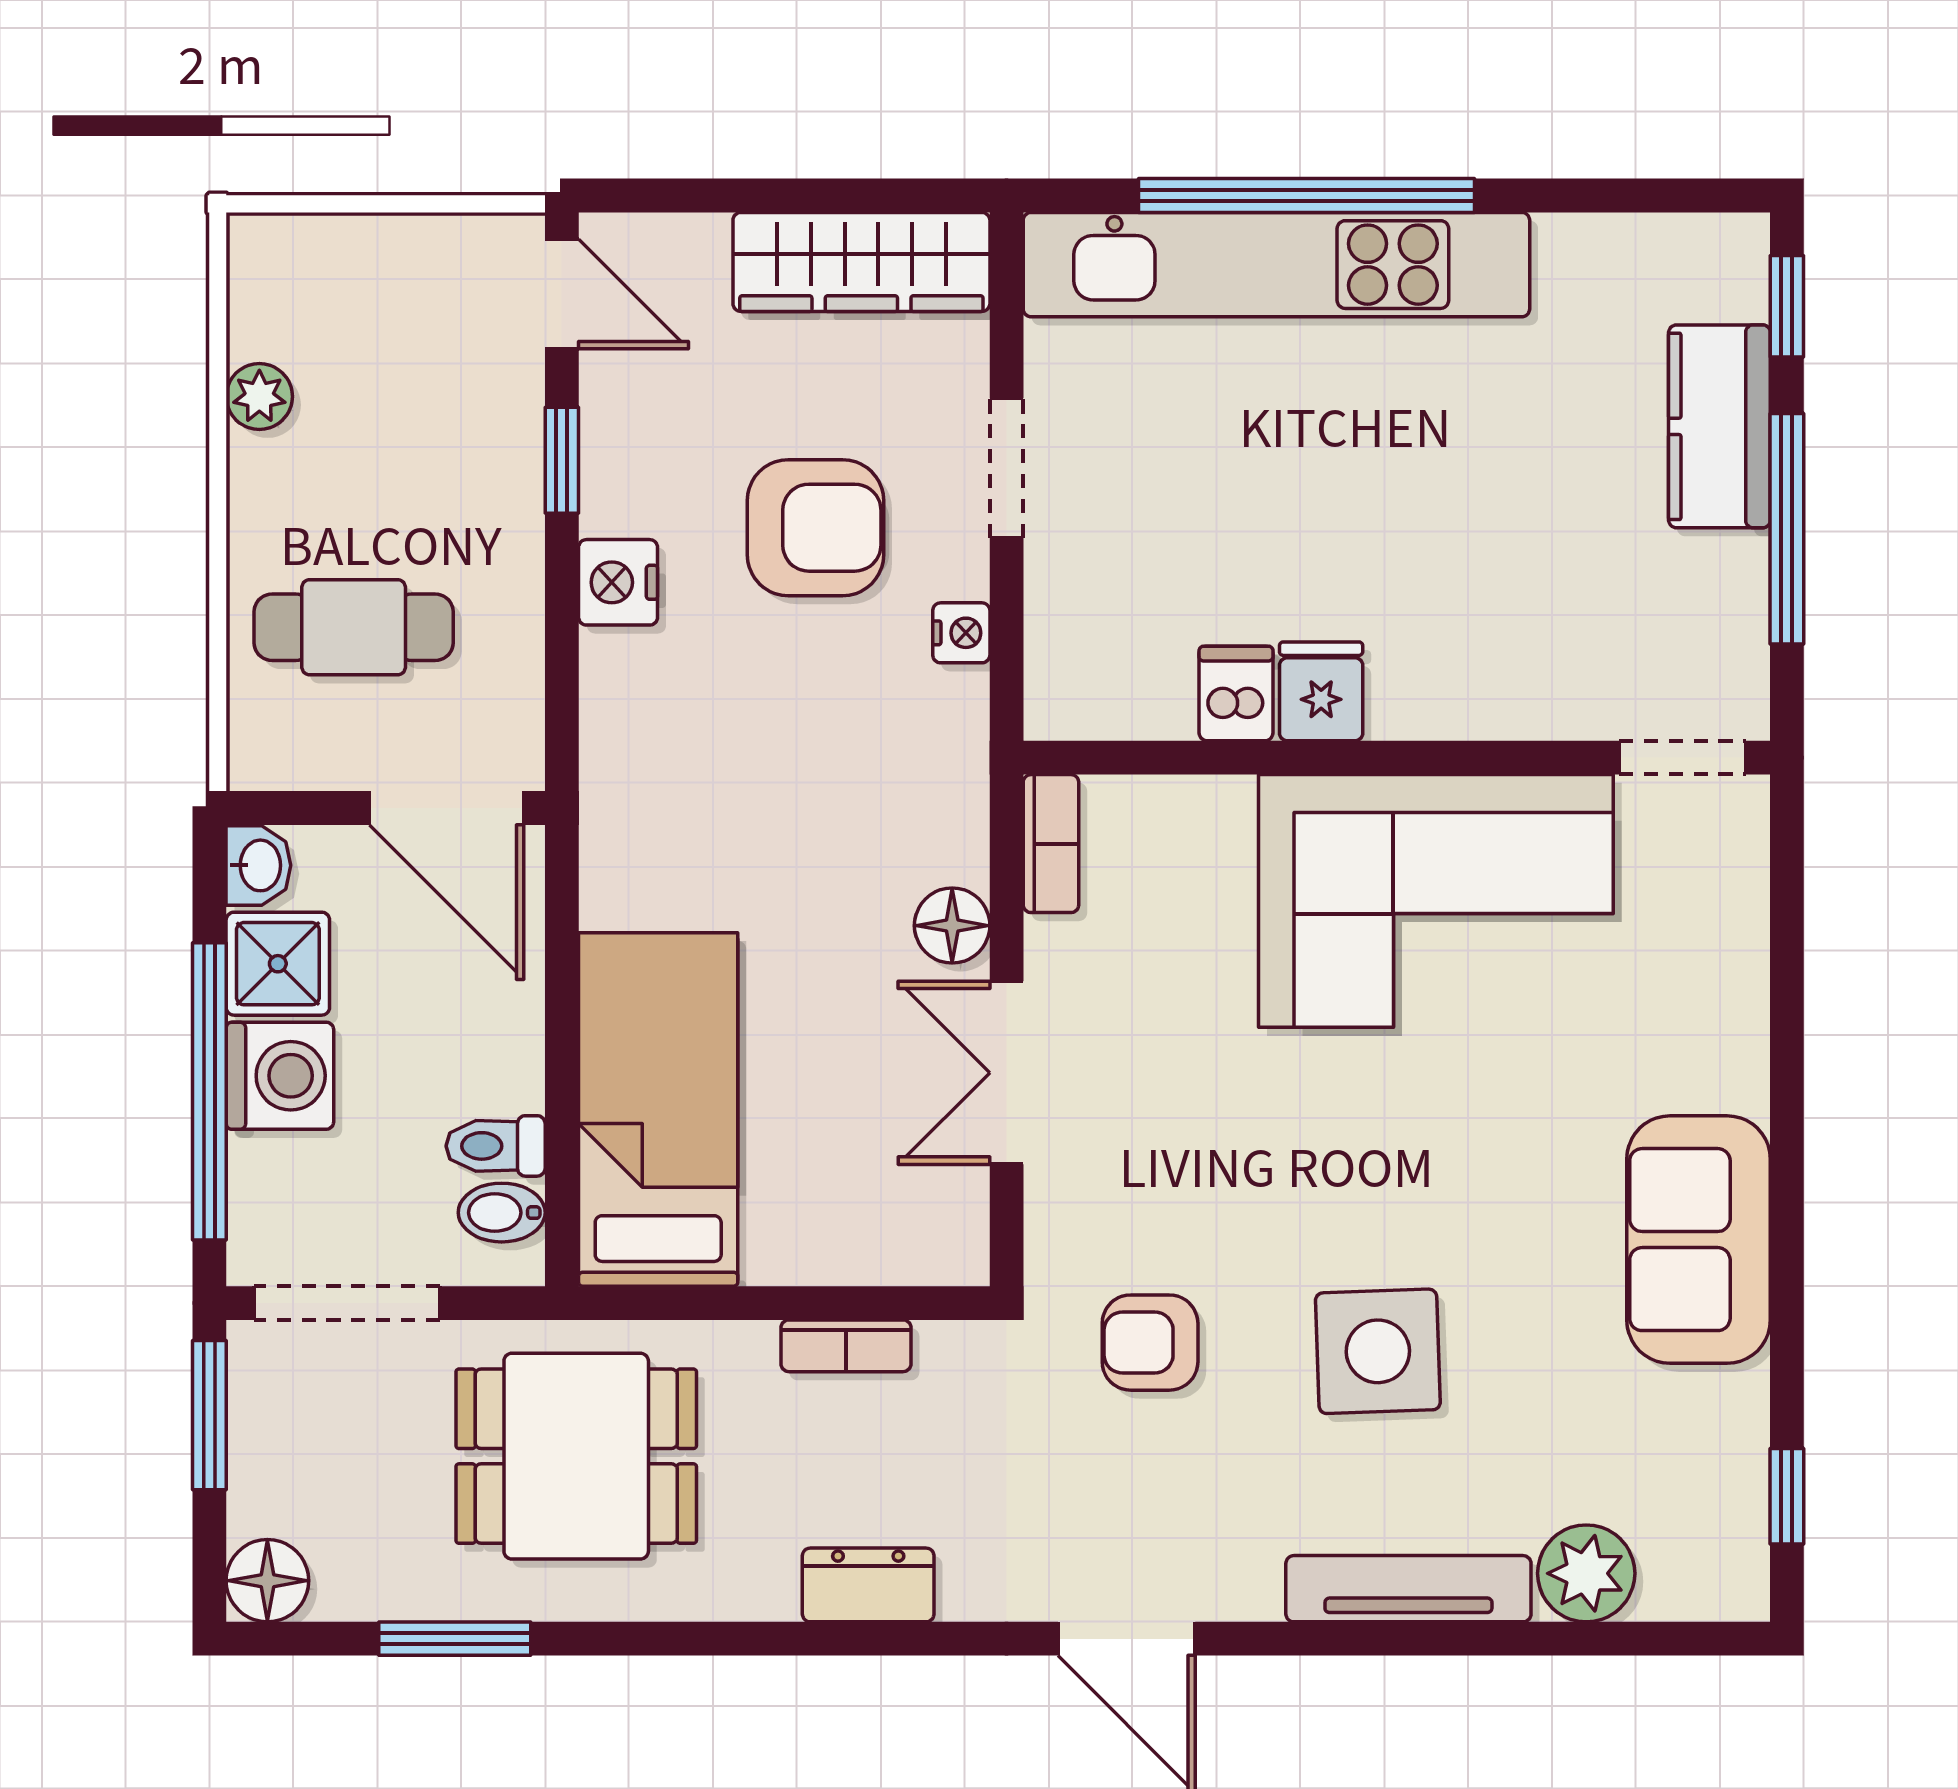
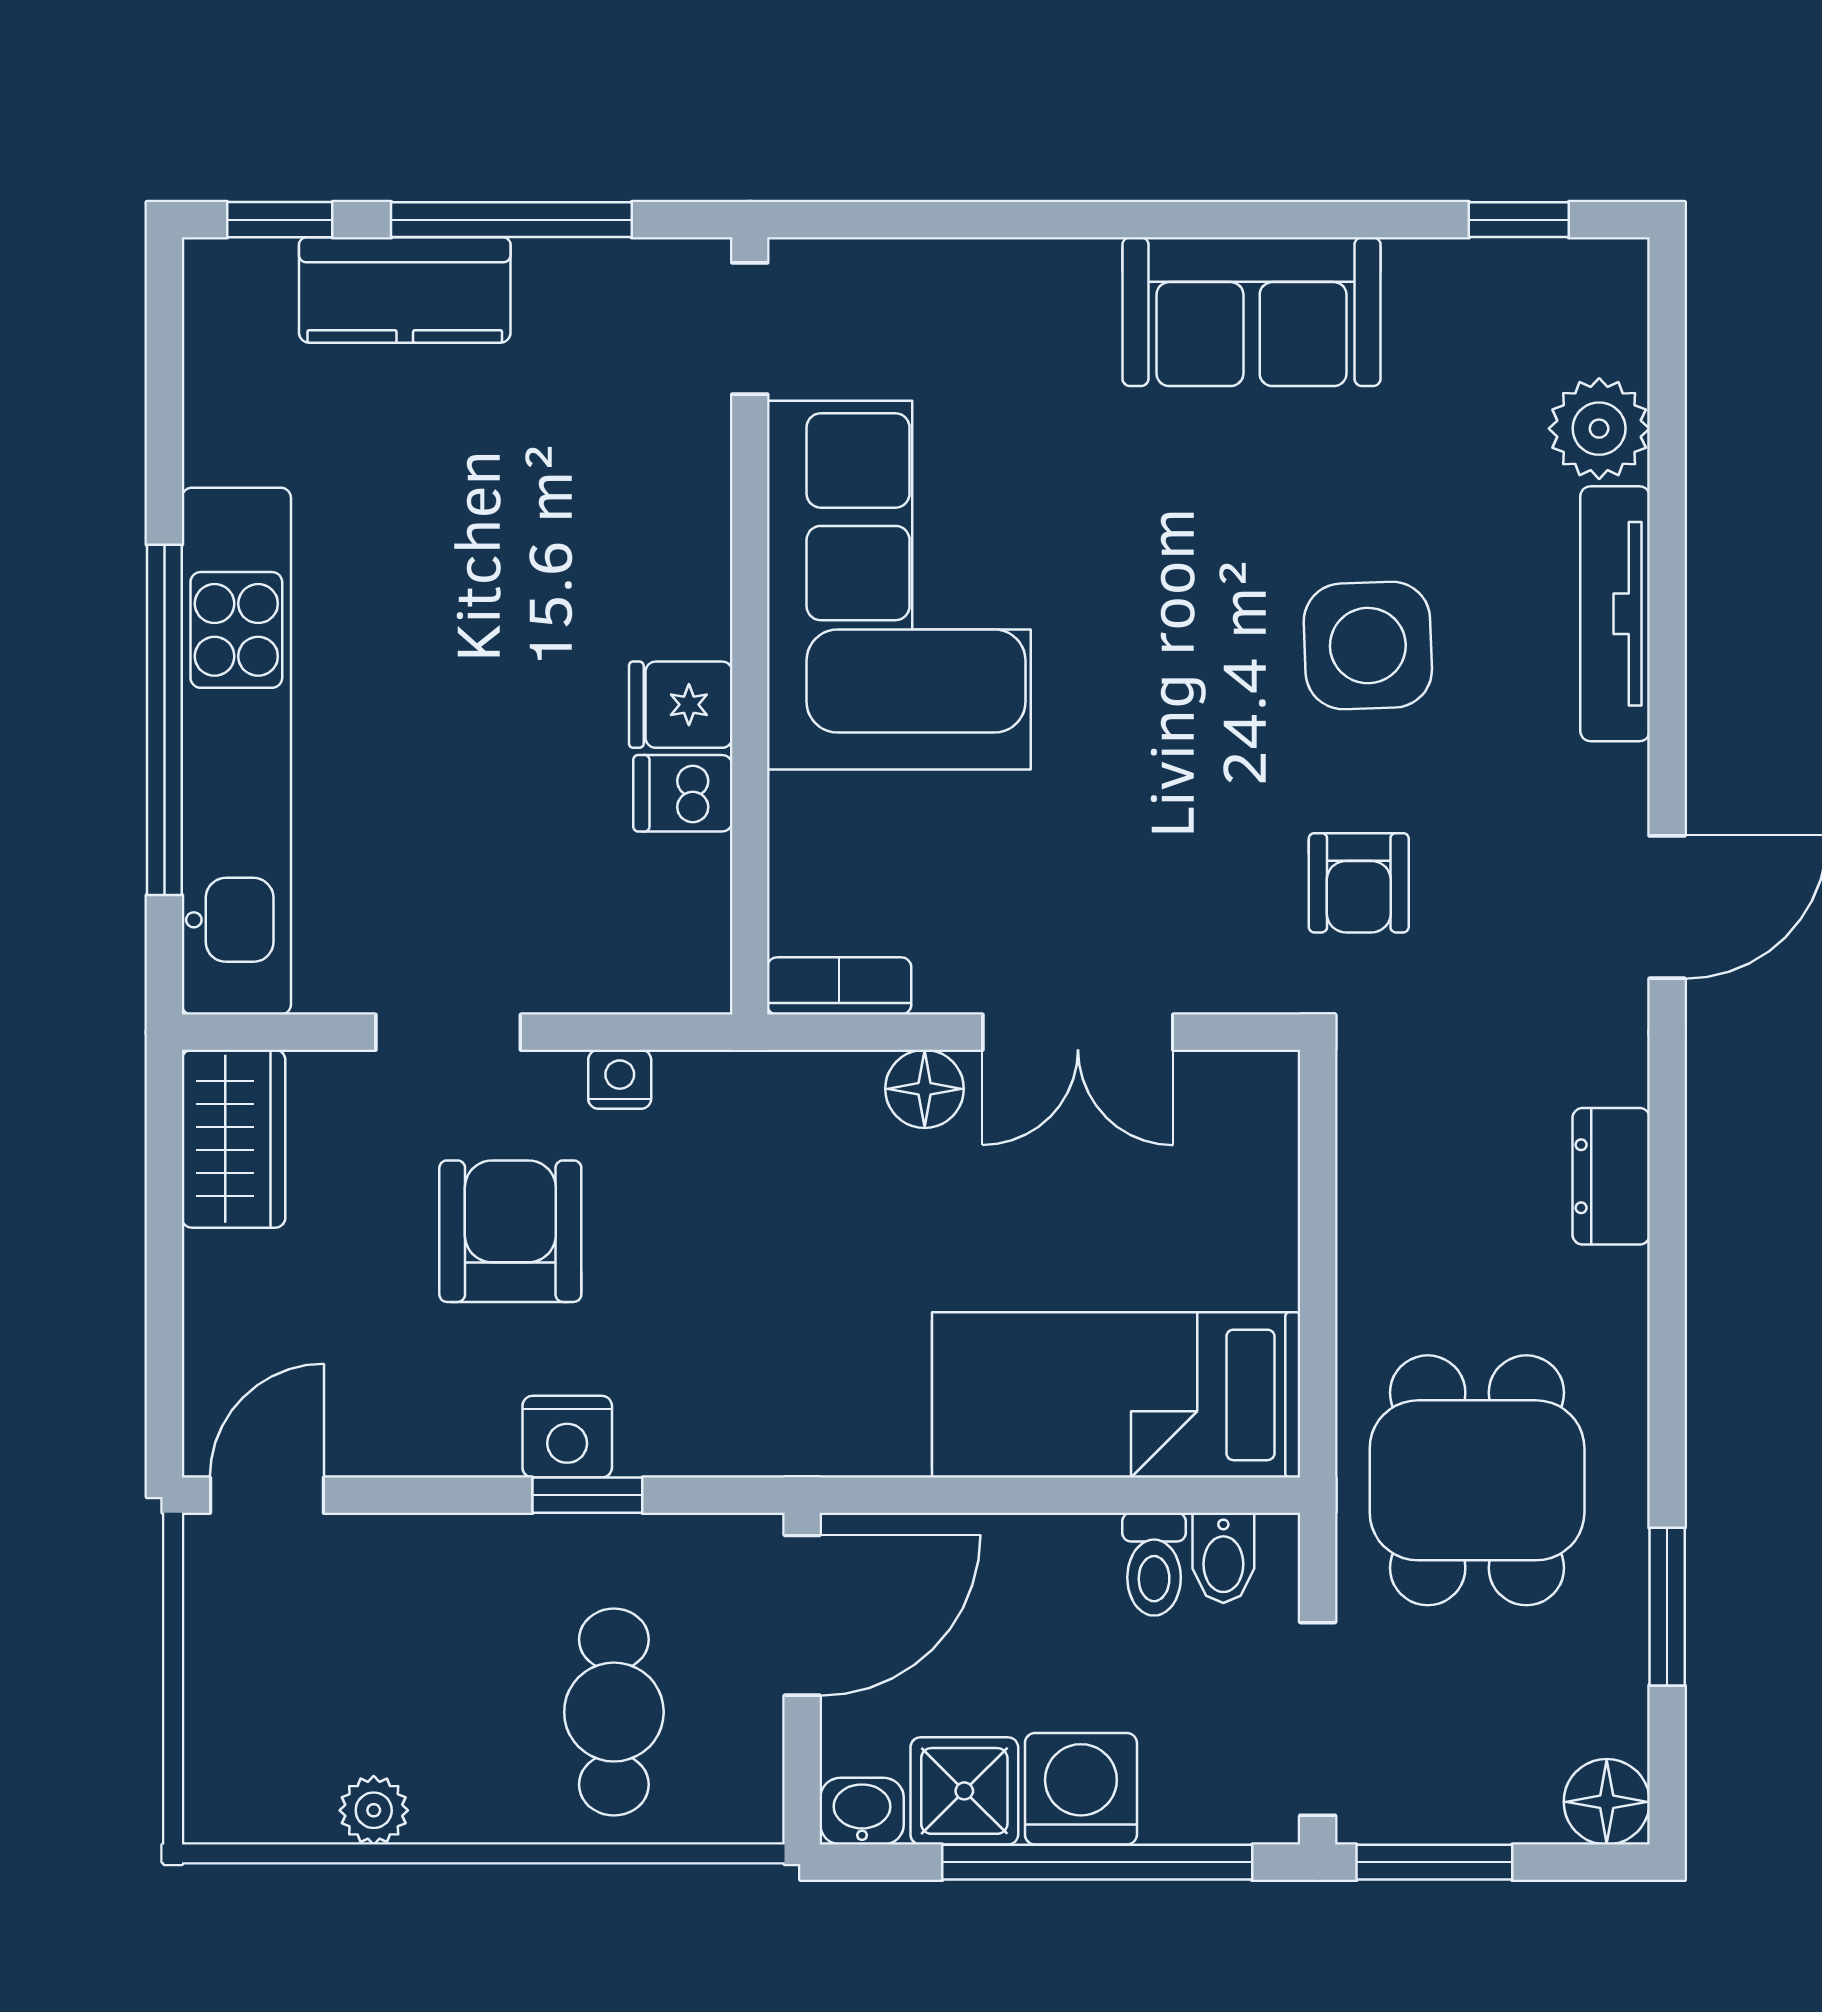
wardrobe: (861, 262) -> (234, 1139), width x0.67
window: (562, 460) -> (587, 1495), moved
bookcase: (846, 1346) -> (1362, 1199), removed

